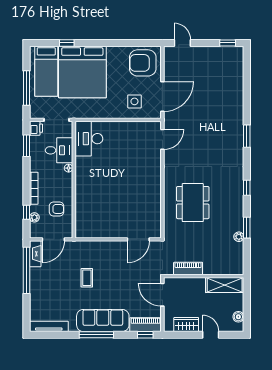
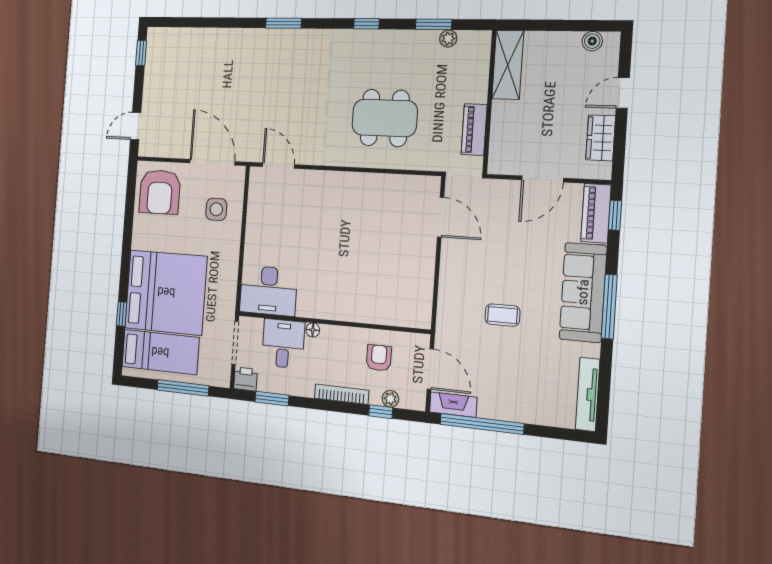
piano: (188, 269) -> (474, 130), moved
wall: (204, 276) -> (490, 102), moved
shelving: (225, 285) -> (508, 65), moved

